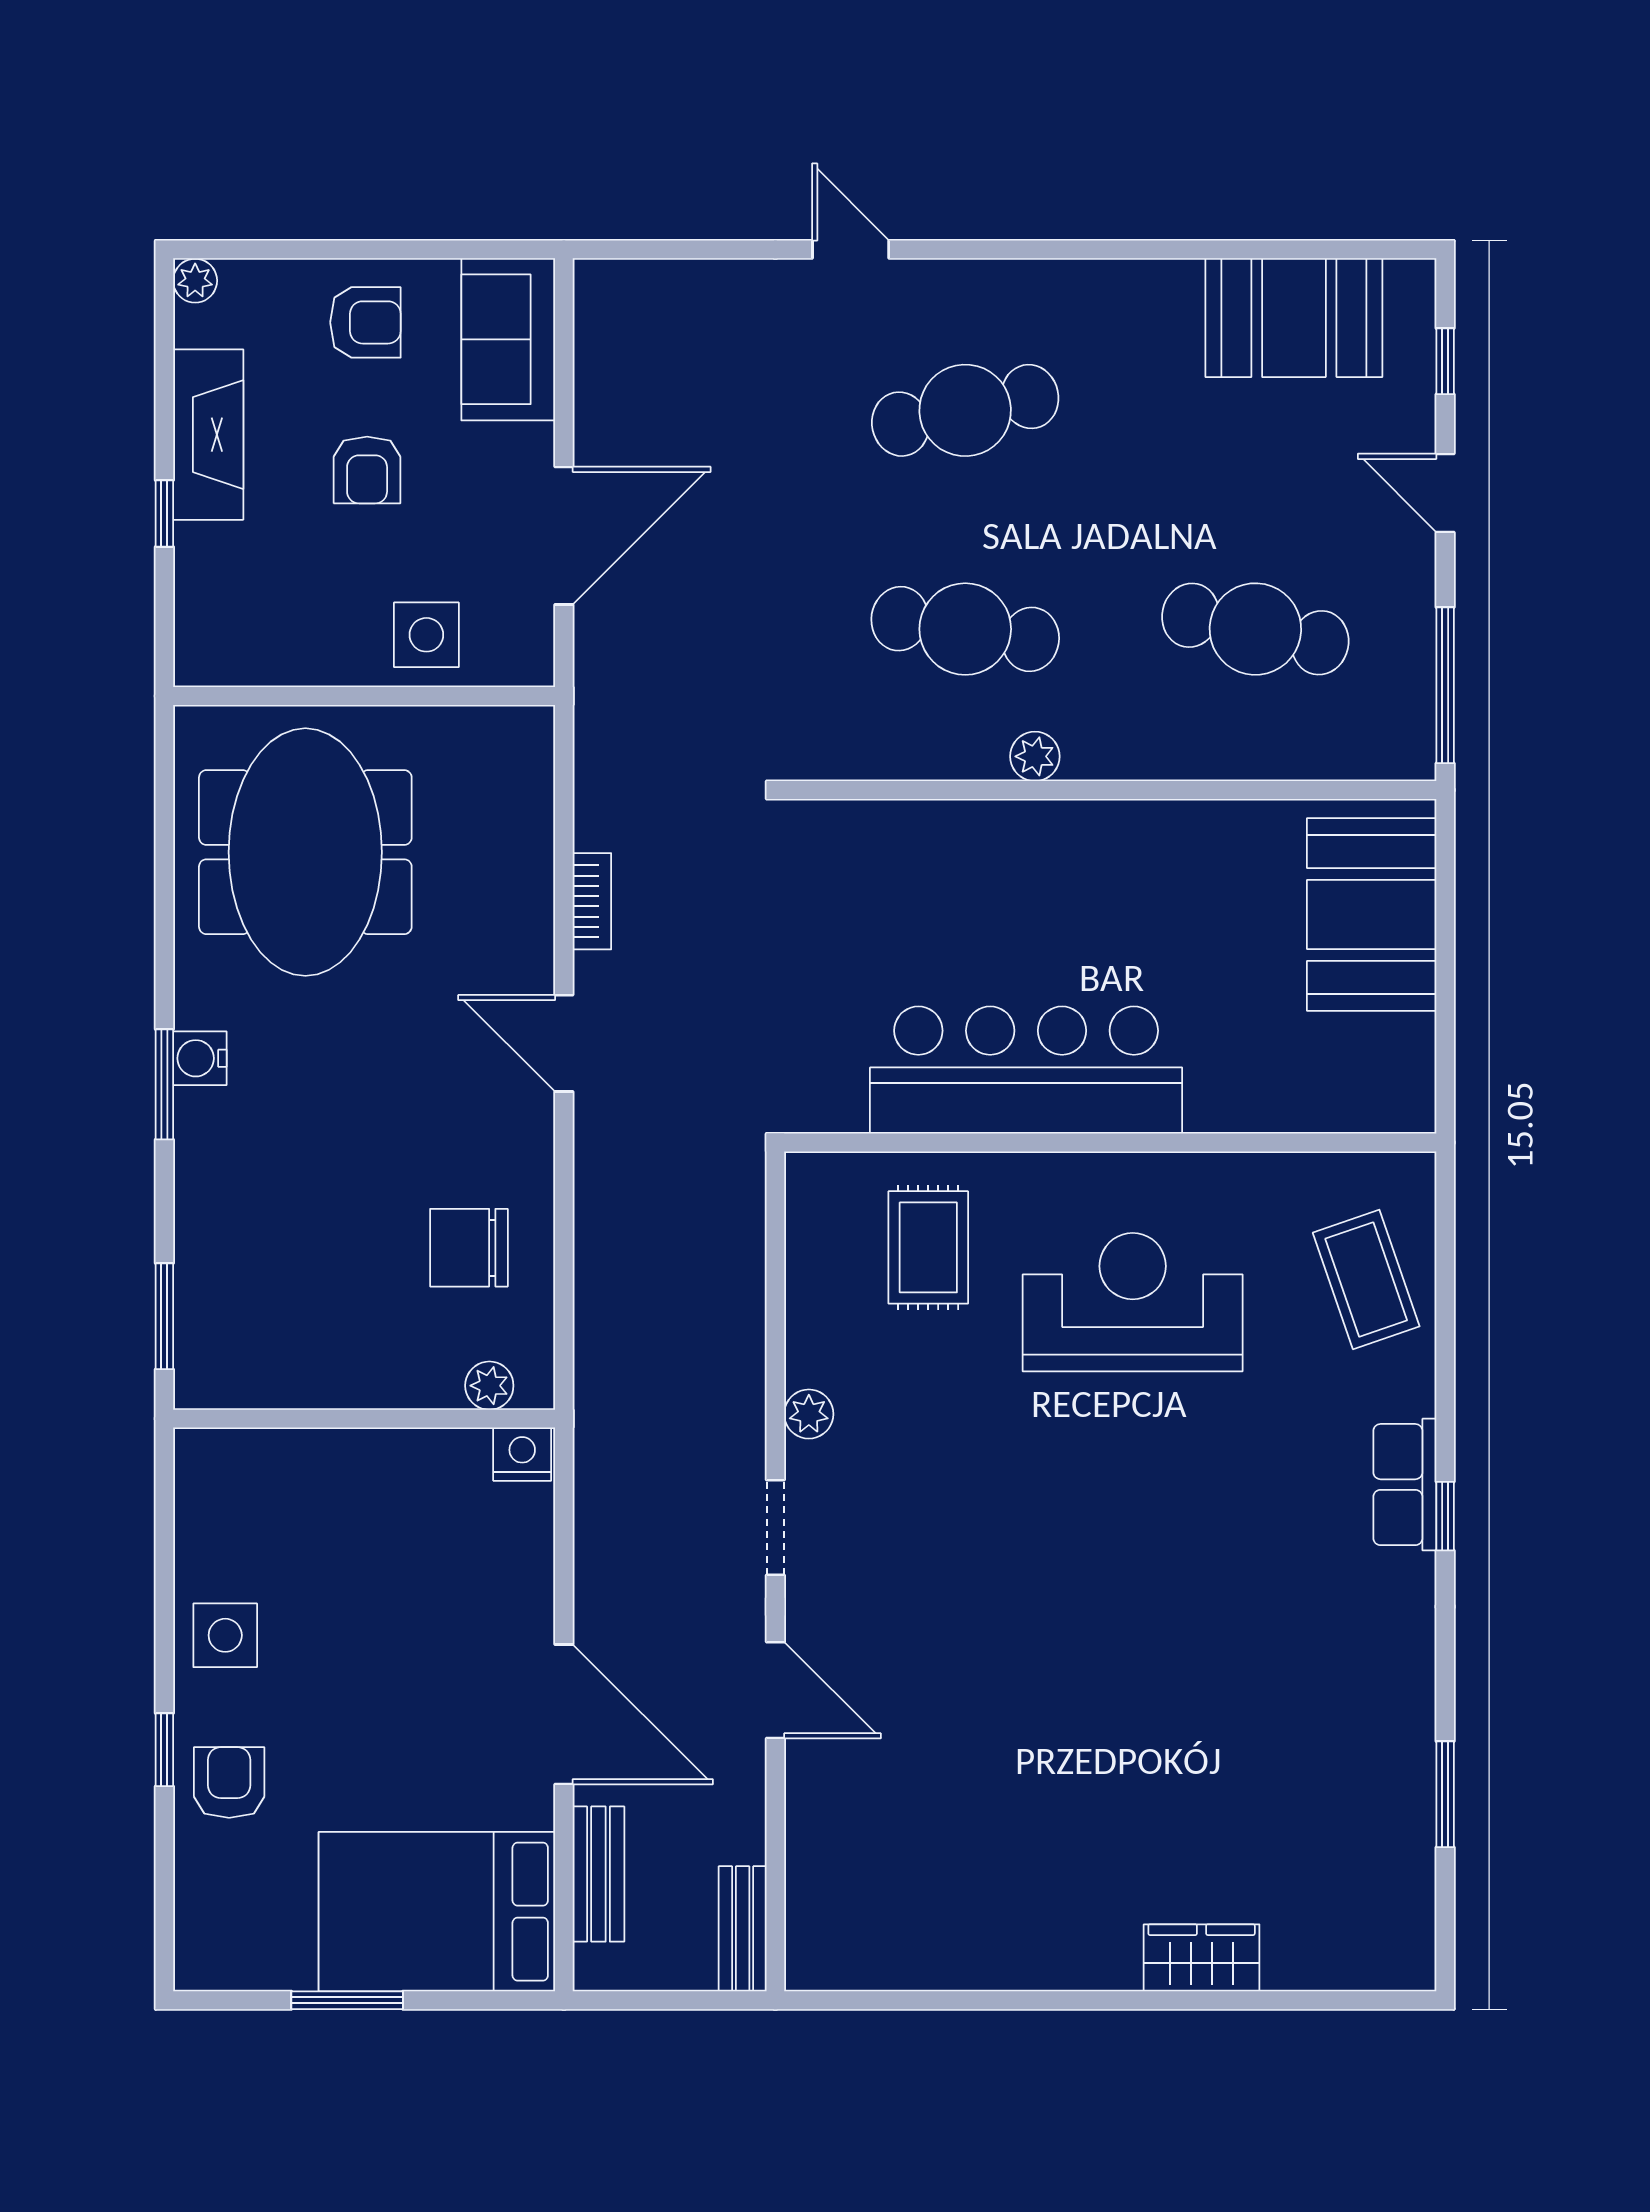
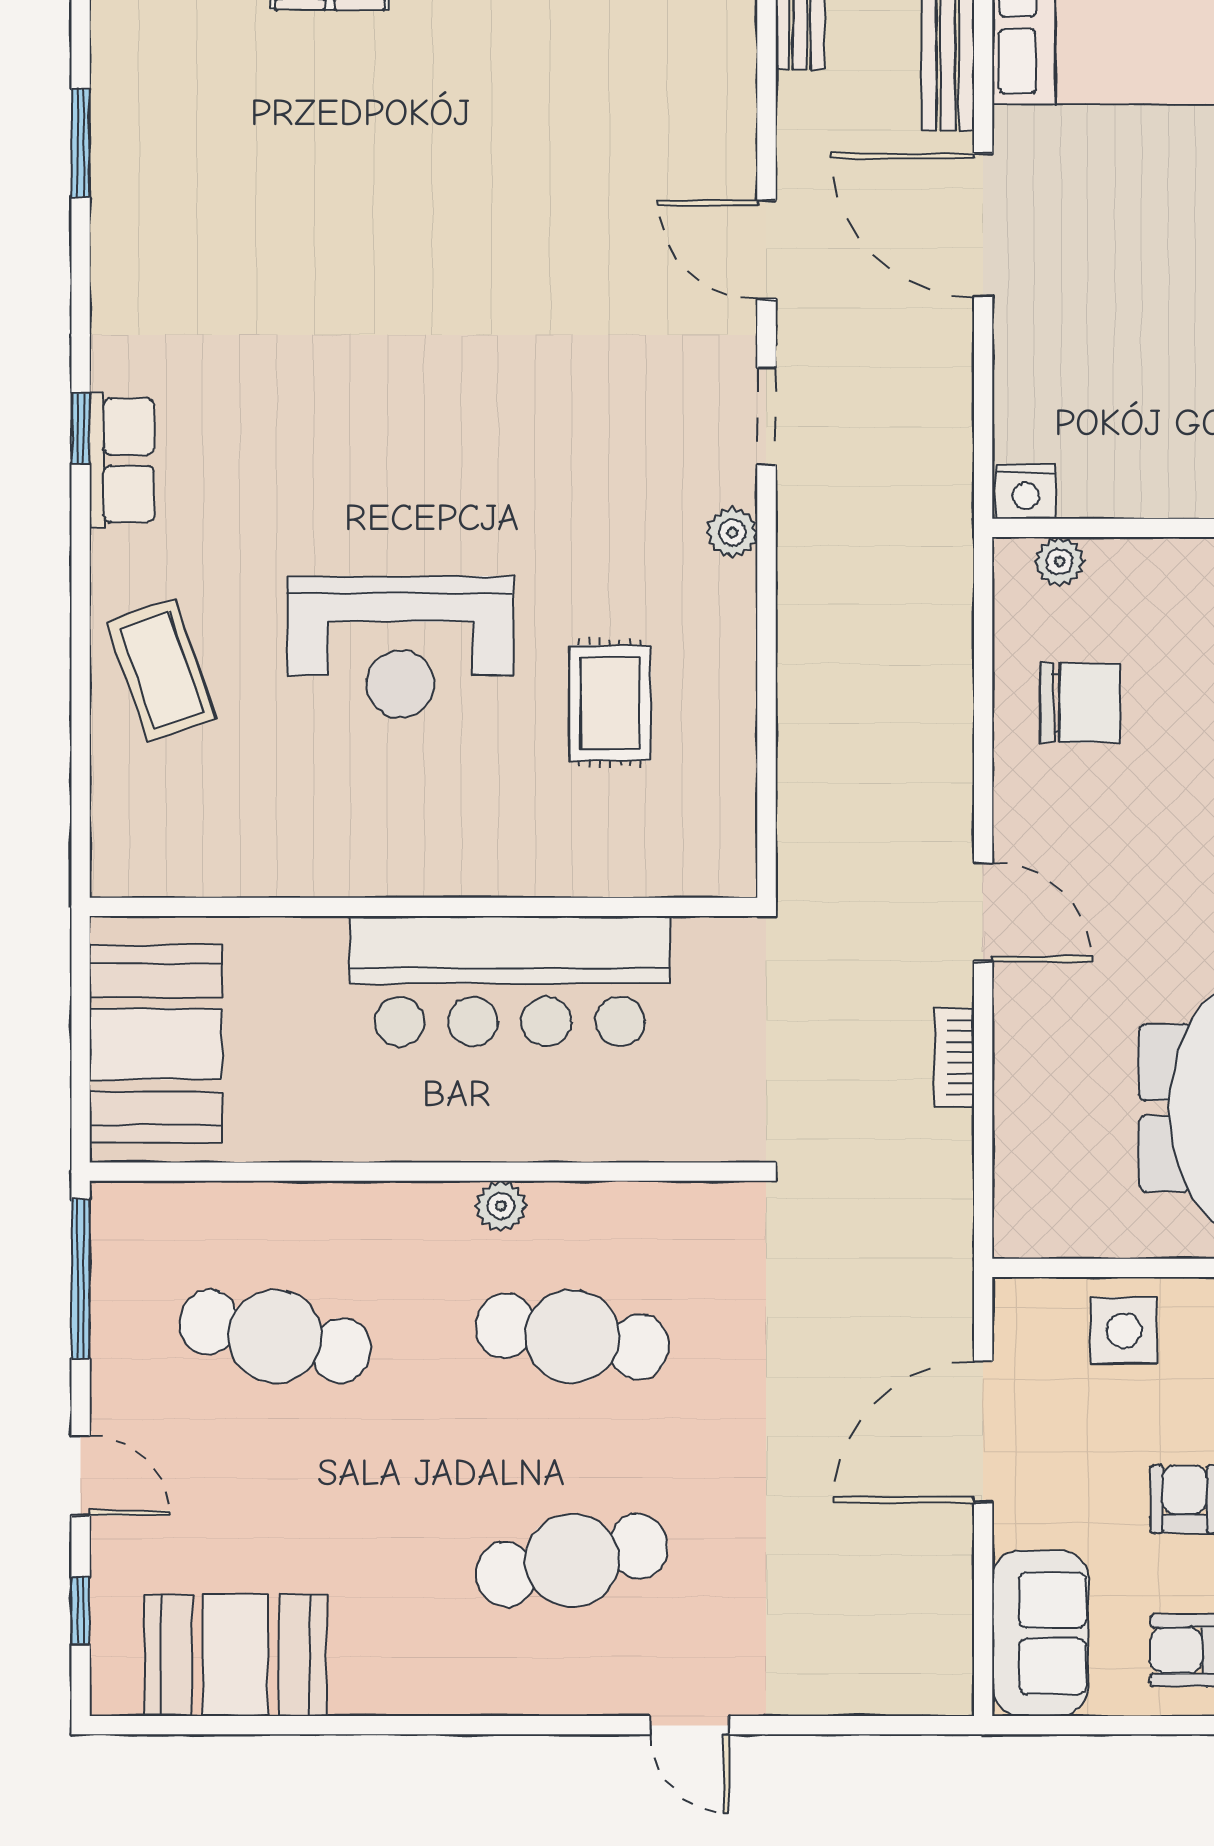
bar counter: (1026, 1070) -> (510, 981), moved
wall: (1110, 1142) -> (424, 907), moved

